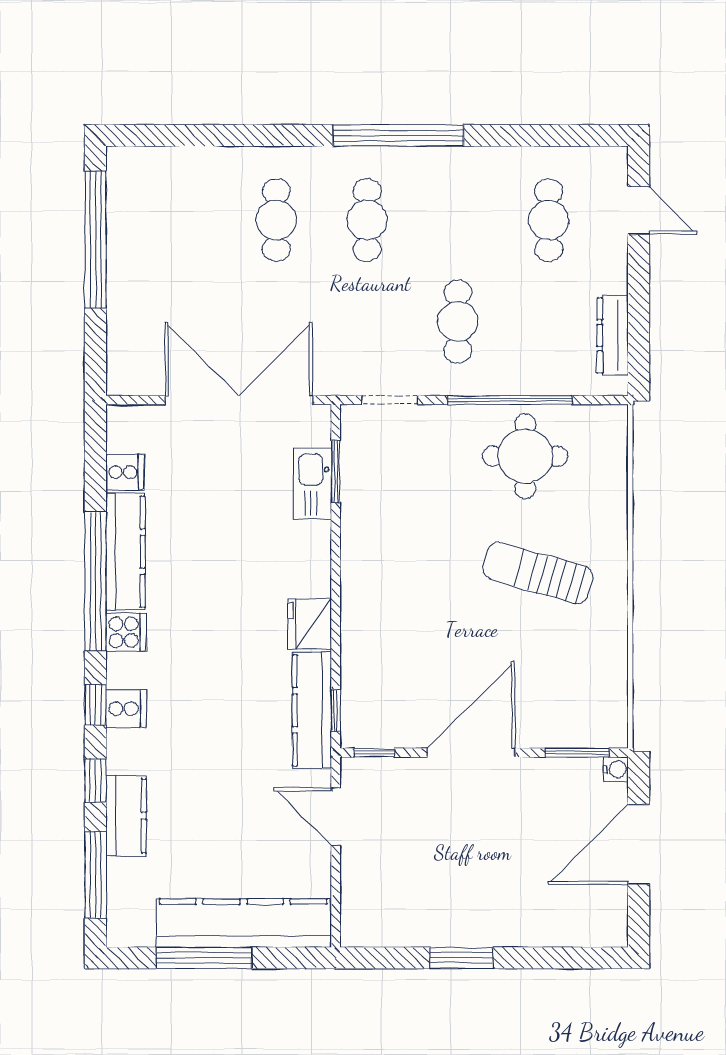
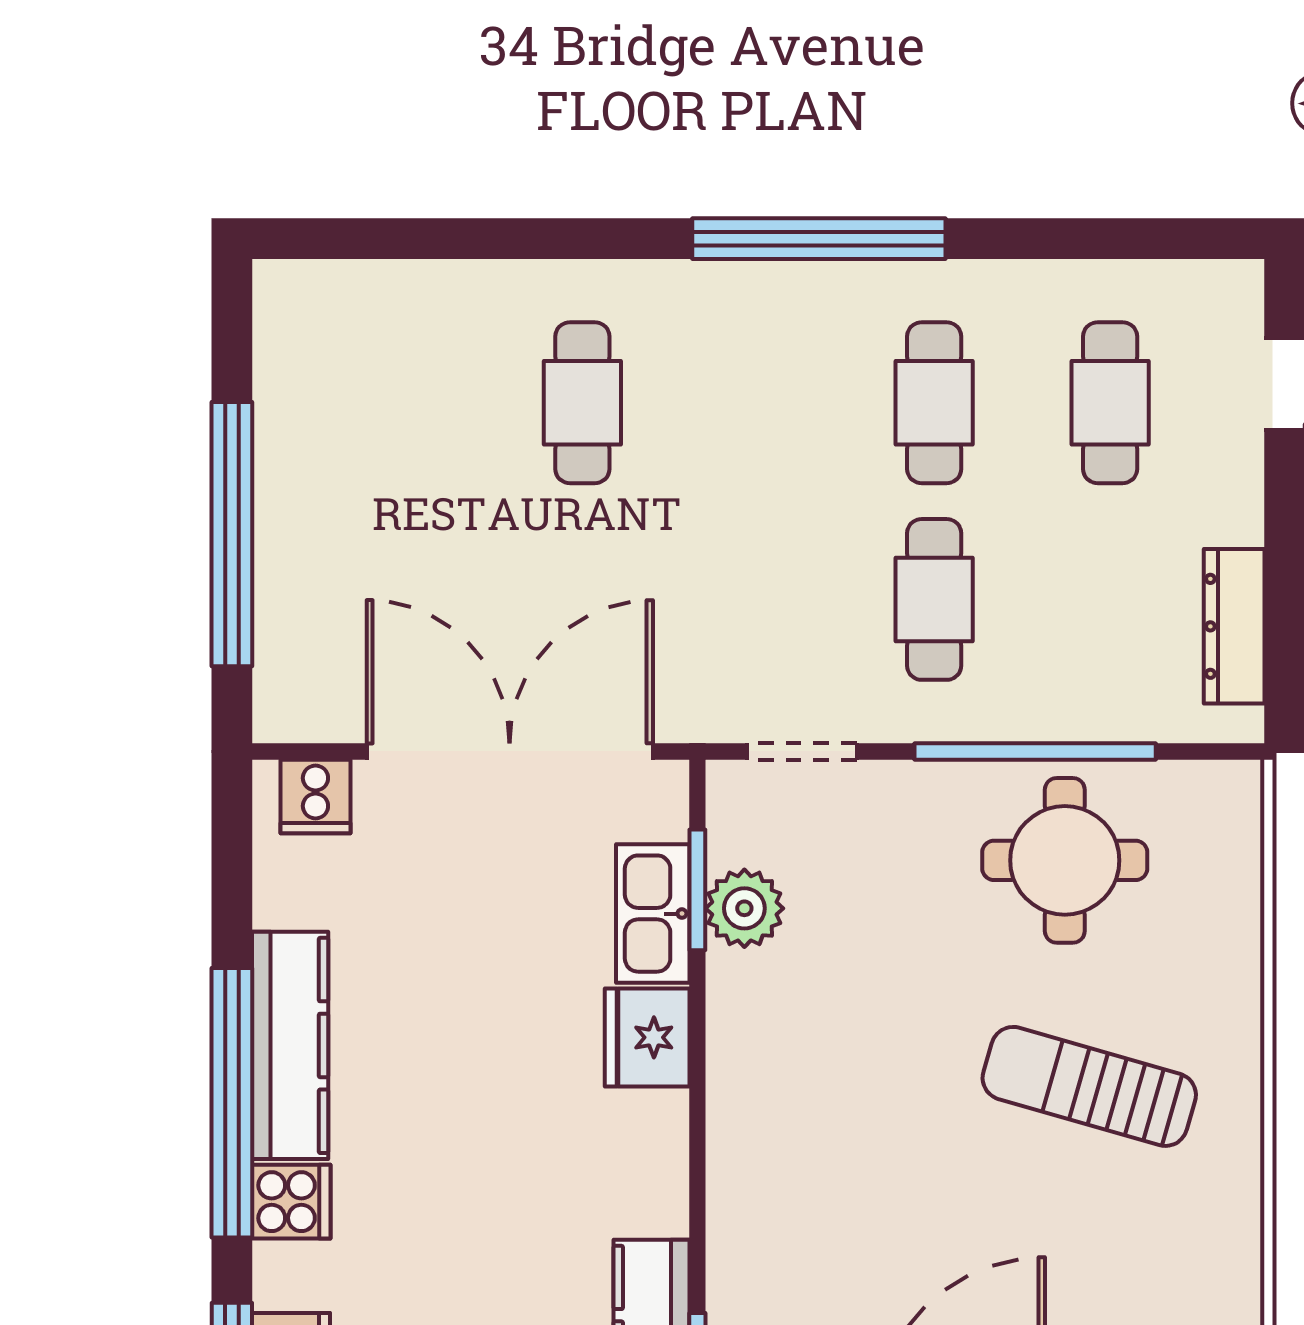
cafe table: (367, 220) -> (934, 403), moved
window: (95, 239) -> (232, 534), moved
cooker: (125, 472) -> (315, 796), moved, turned 90
plant: (360, 481) -> (744, 908), added
fridge: (310, 624) -> (647, 1037), moved

